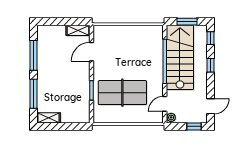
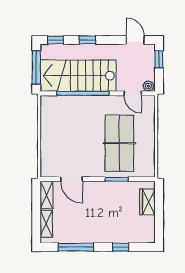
window: (187, 22) -> (36, 67), width x1.44
window: (33, 94) -> (121, 247), width x0.46
wardrobe: (72, 117) -> (148, 202), added
shelving: (48, 118) -> (46, 224), moved

